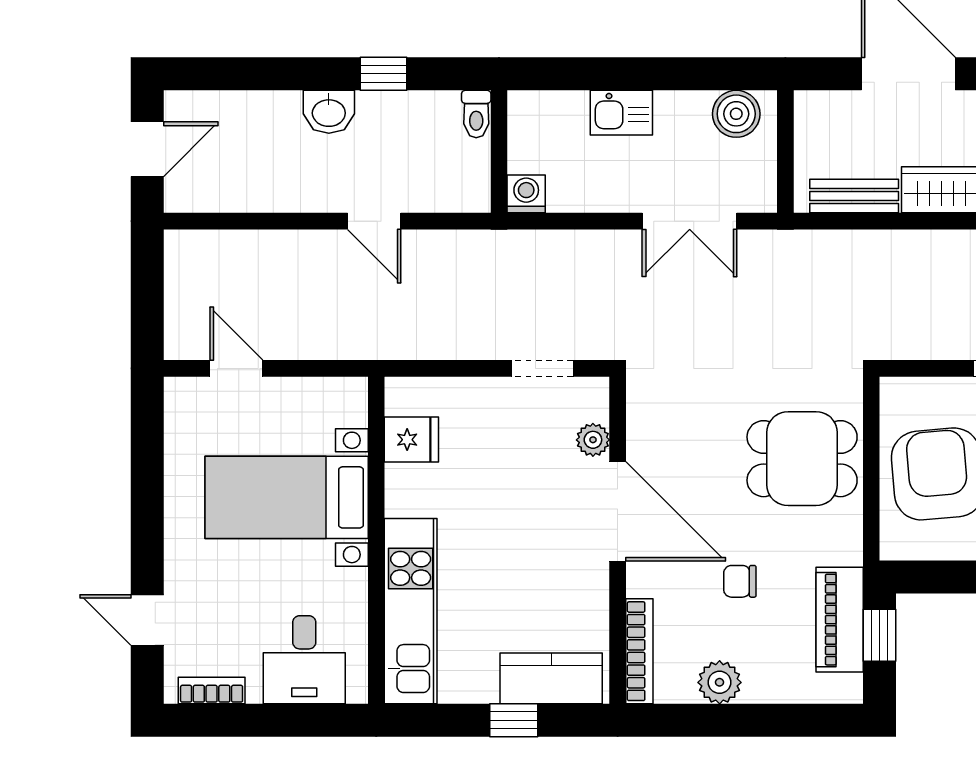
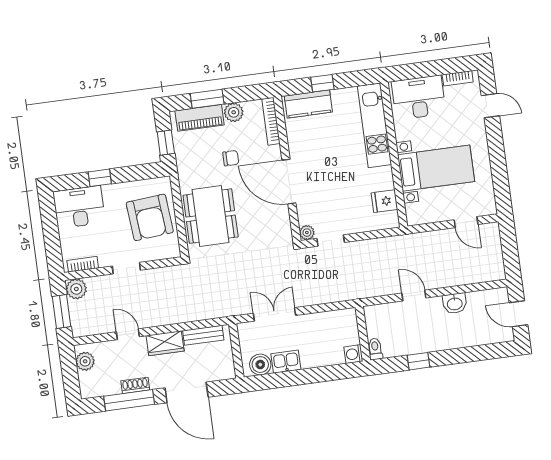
washbasin: (329, 112) -> (455, 303), moved, turned 180
kitchen sink: (621, 113) -> (286, 362), moved
door: (147, 149) -> (518, 314), hinge flipped
washing machine: (526, 194) -> (353, 354), moved, turned 90
plant: (593, 440) -> (307, 233), moved
dining table: (802, 459) -> (211, 216), width x1.38
piano: (840, 620) -> (200, 118), moved, turned 90
desk: (304, 660) -> (419, 97), width x1.37
window: (774, 720) -> (207, 99), added

